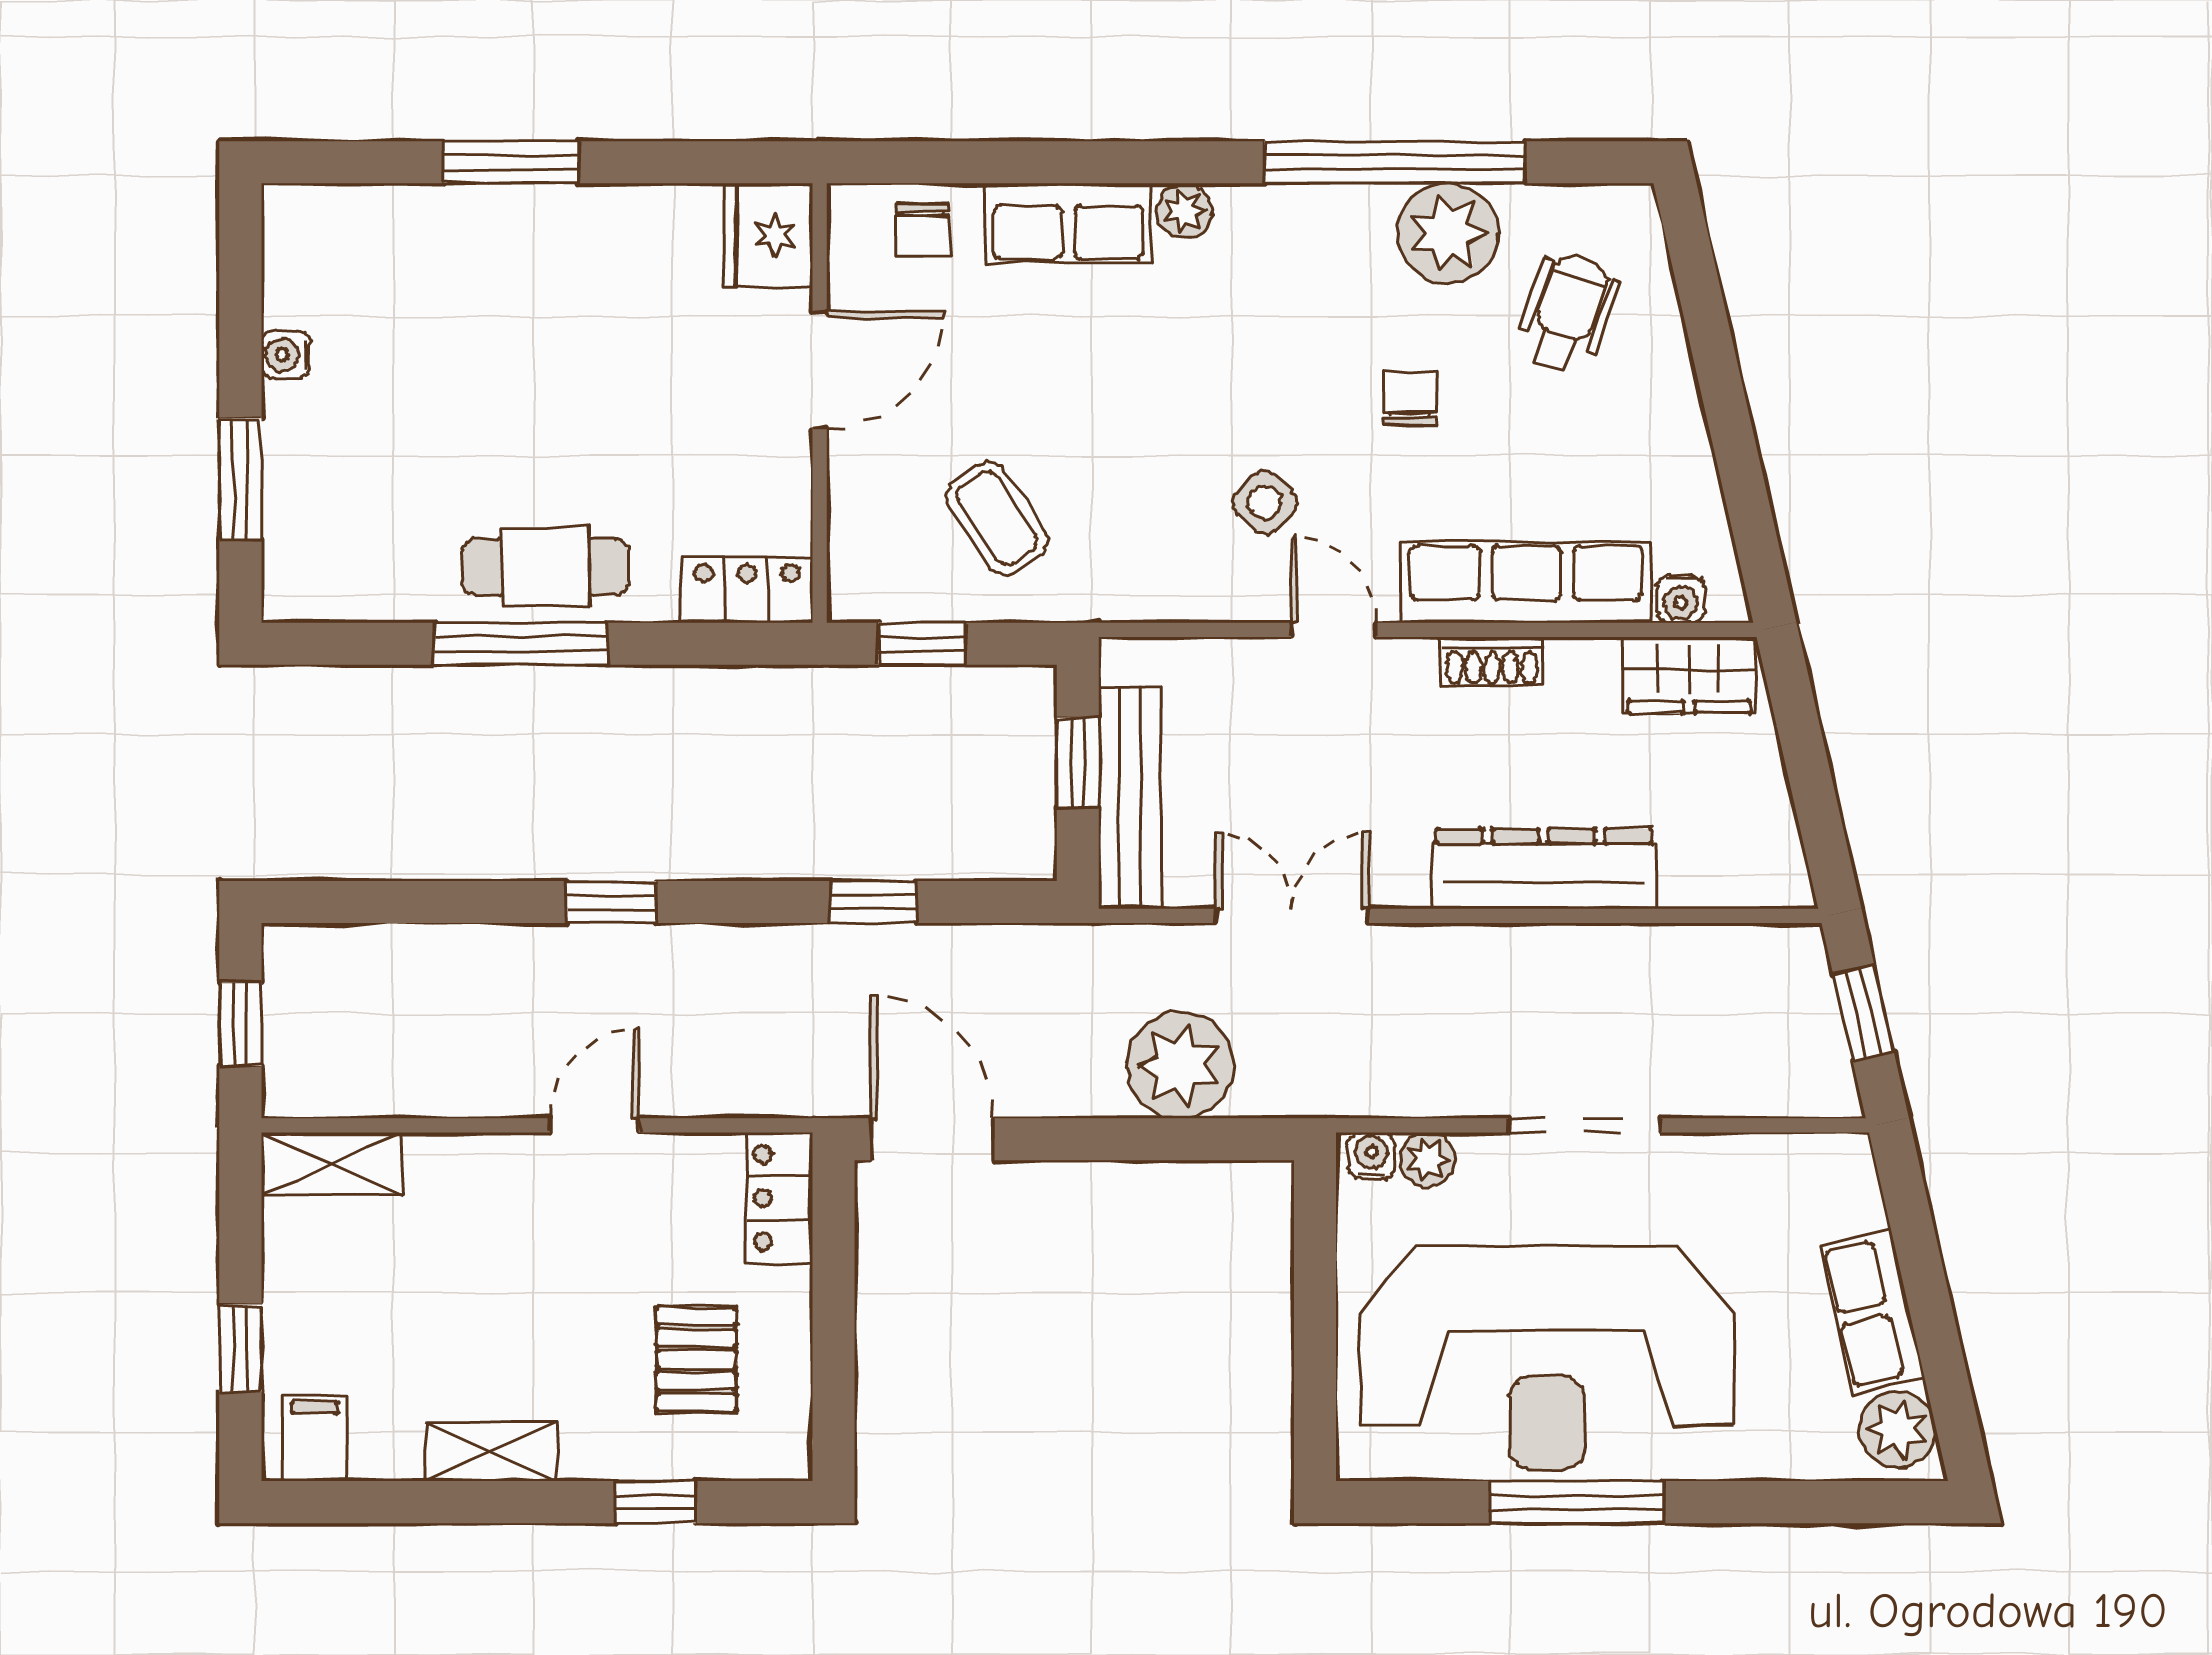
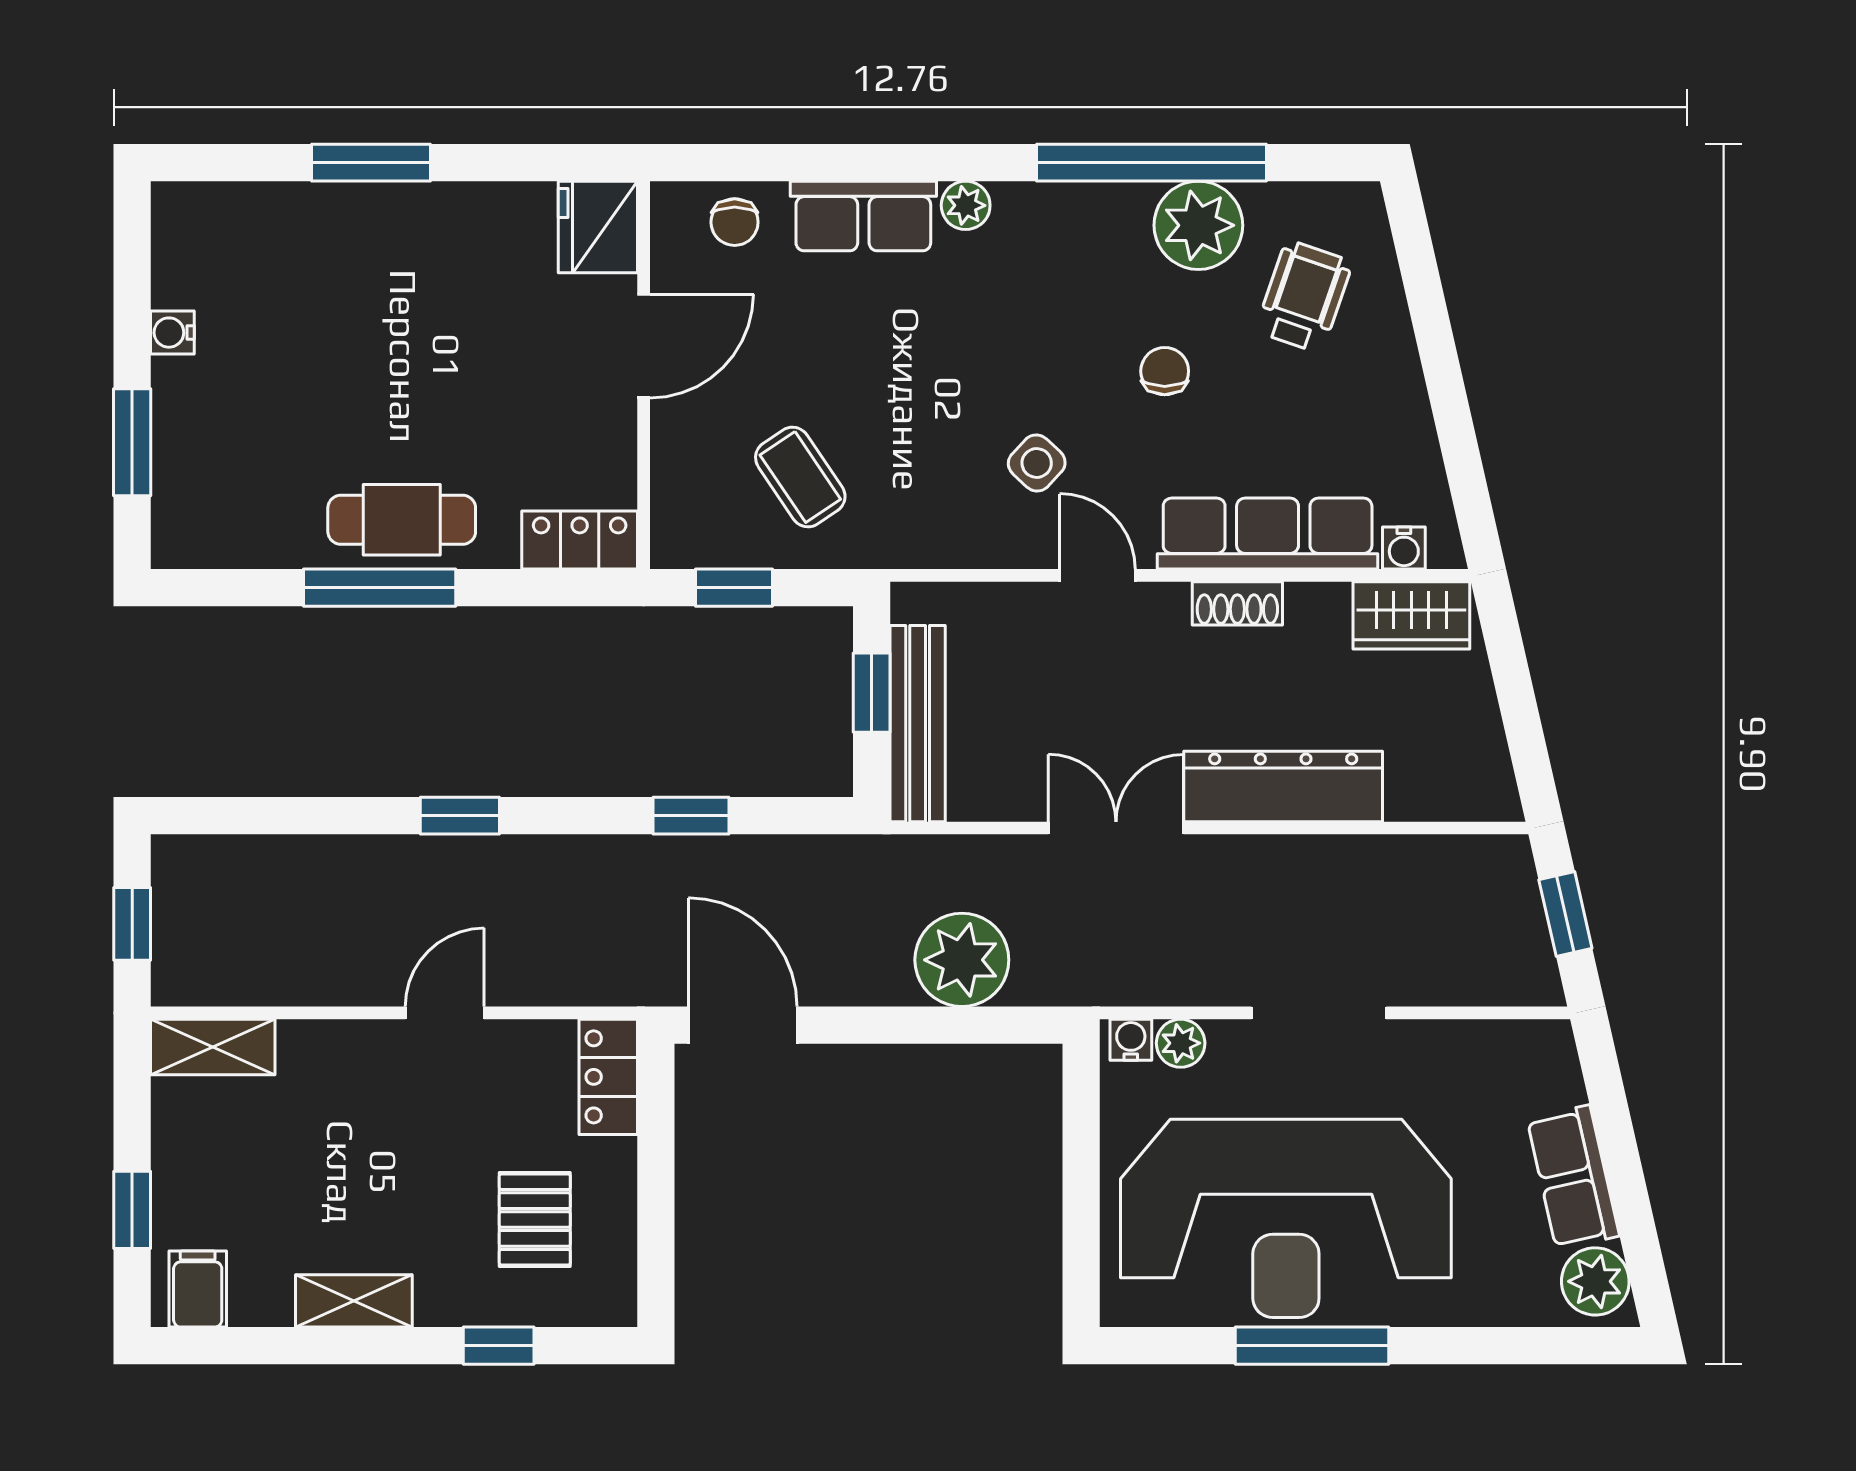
double door: (1292, 916) -> (1116, 828), moved

